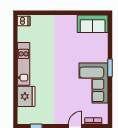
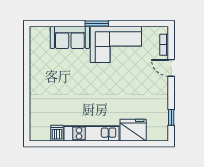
dishwasher: (24, 21) -> (57, 133), moved
sofa: (93, 24) -> (70, 37), moved, turned 90

